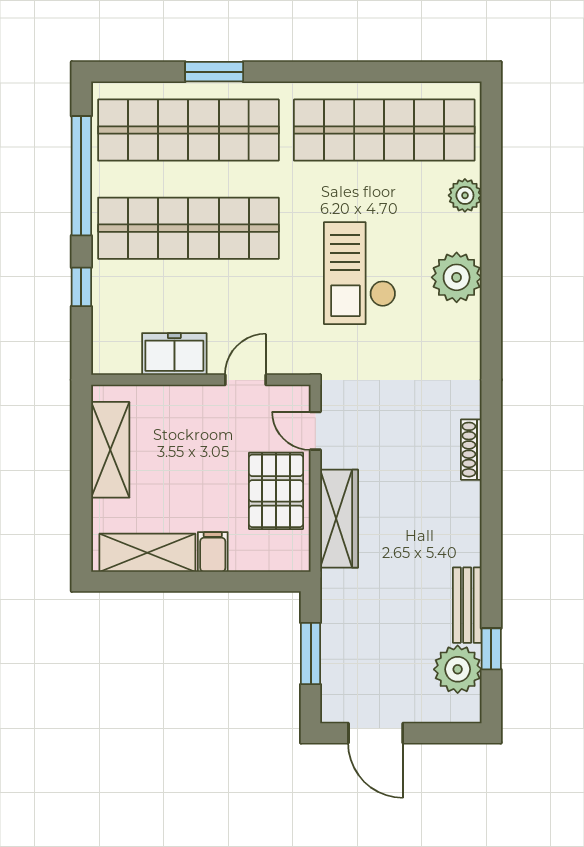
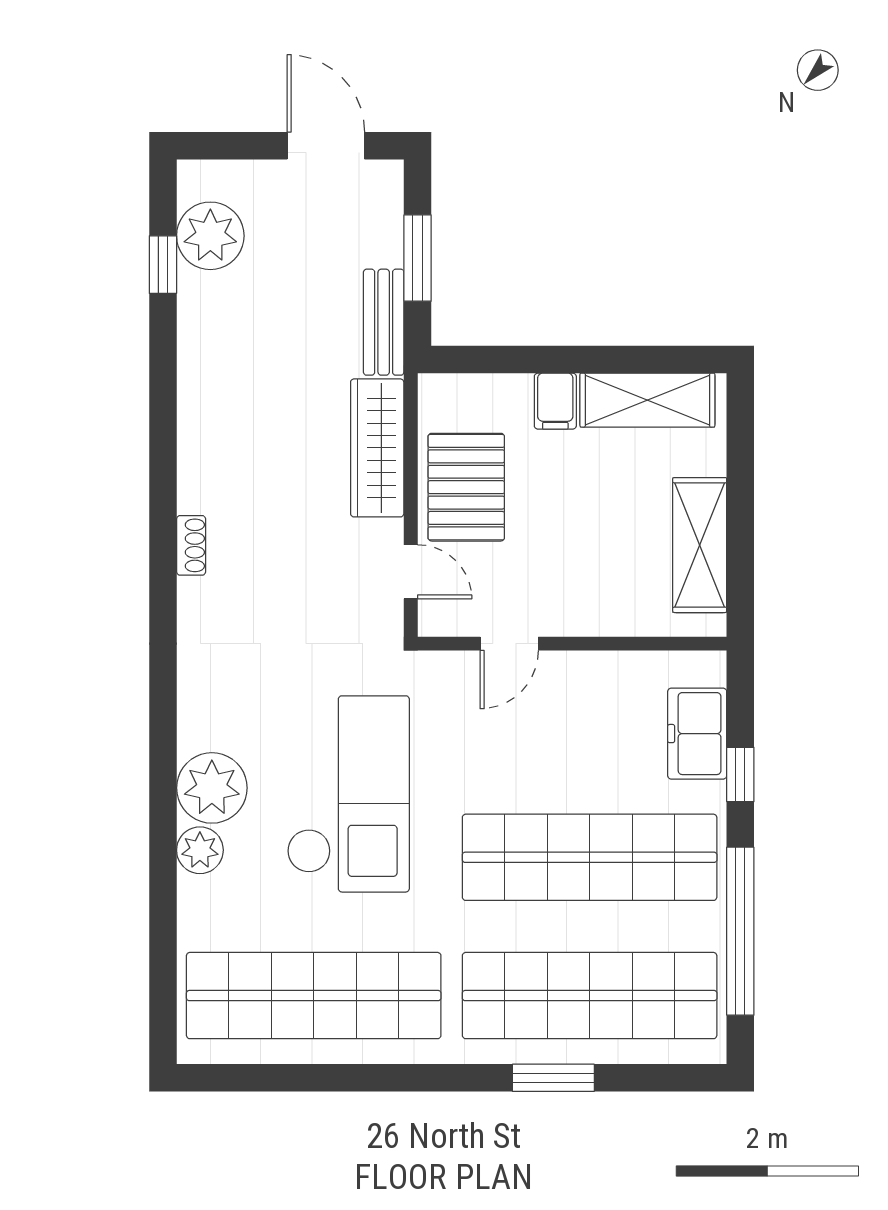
plant: (465, 195) -> (200, 850), moved
checkout: (360, 273) -> (348, 794), width x1.36, depth x1.21
freezer: (174, 354) -> (697, 734), moved, turned 90
shoe rack: (471, 450) -> (191, 545), width x0.70
bench: (467, 605) -> (384, 322), moved

